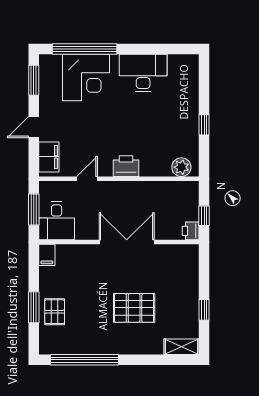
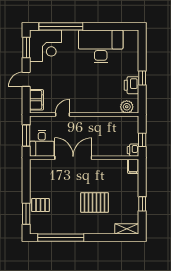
desk: (143, 73) -> (101, 46), width x1.36, depth x1.30
corner desk: (86, 77) -> (46, 46), moved
printer: (126, 166) -> (132, 85), moved, turned -90
double door: (127, 242) -> (73, 158), moved
filing cabinet: (47, 255) -> (133, 166), moved
window: (34, 307) -> (26, 214), moved
pallet: (55, 312) -> (40, 205), turned 90

